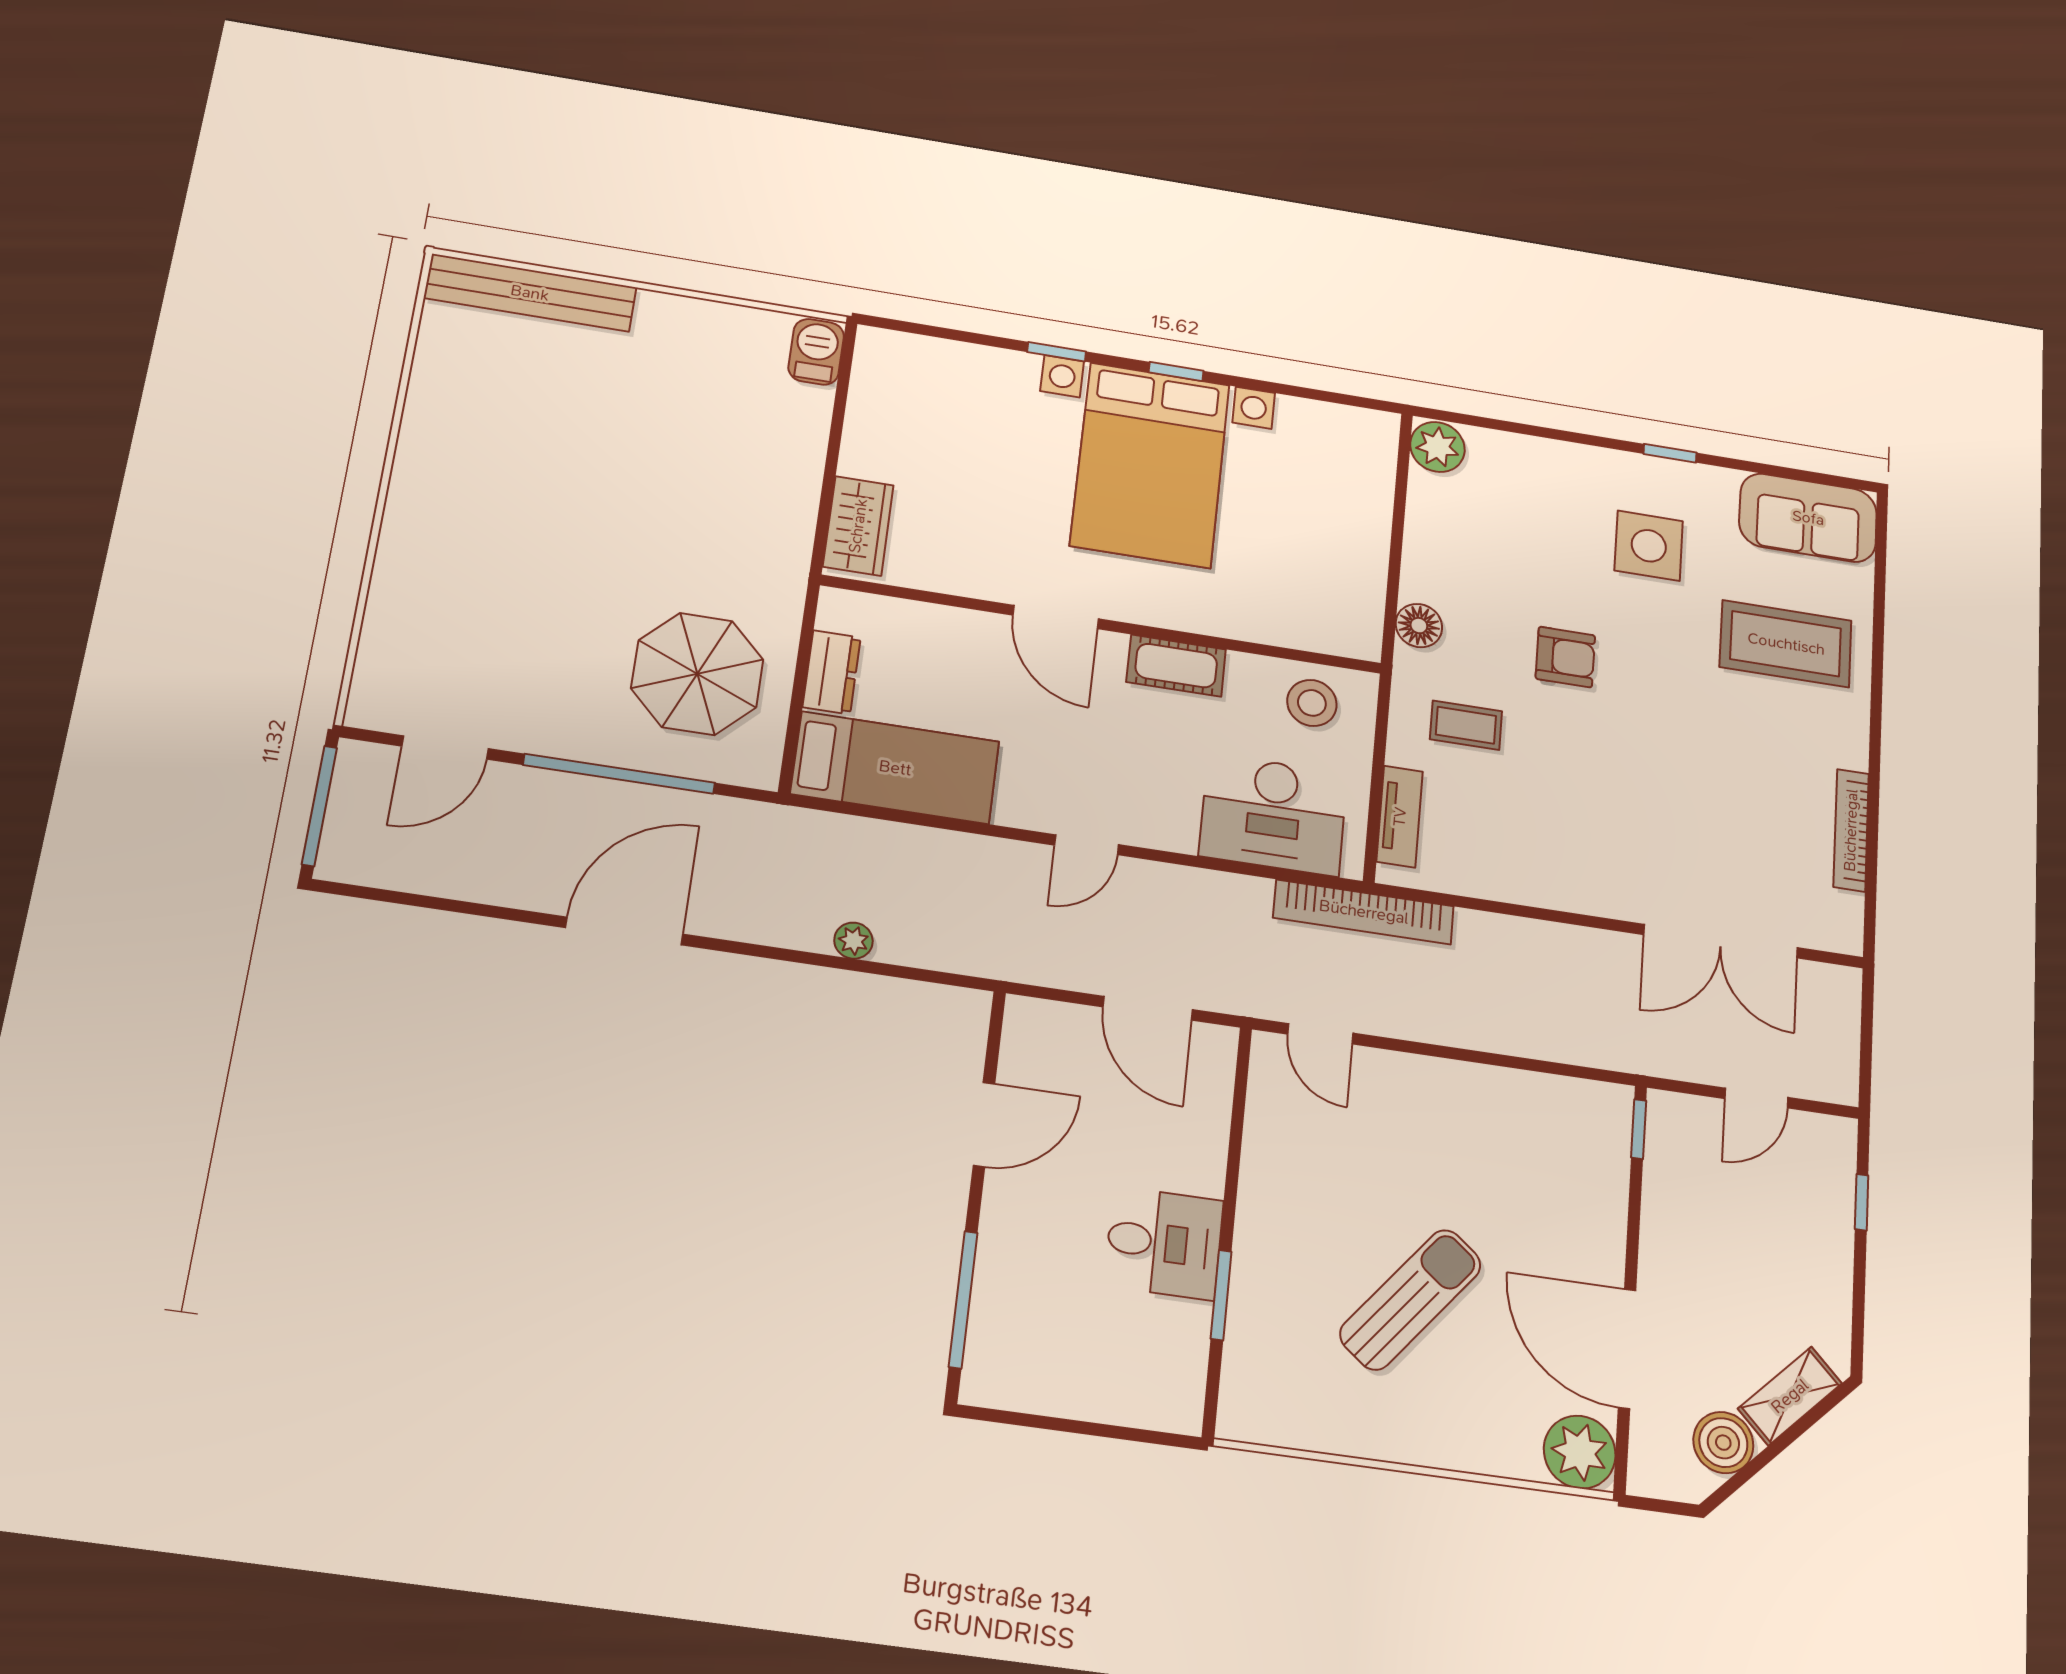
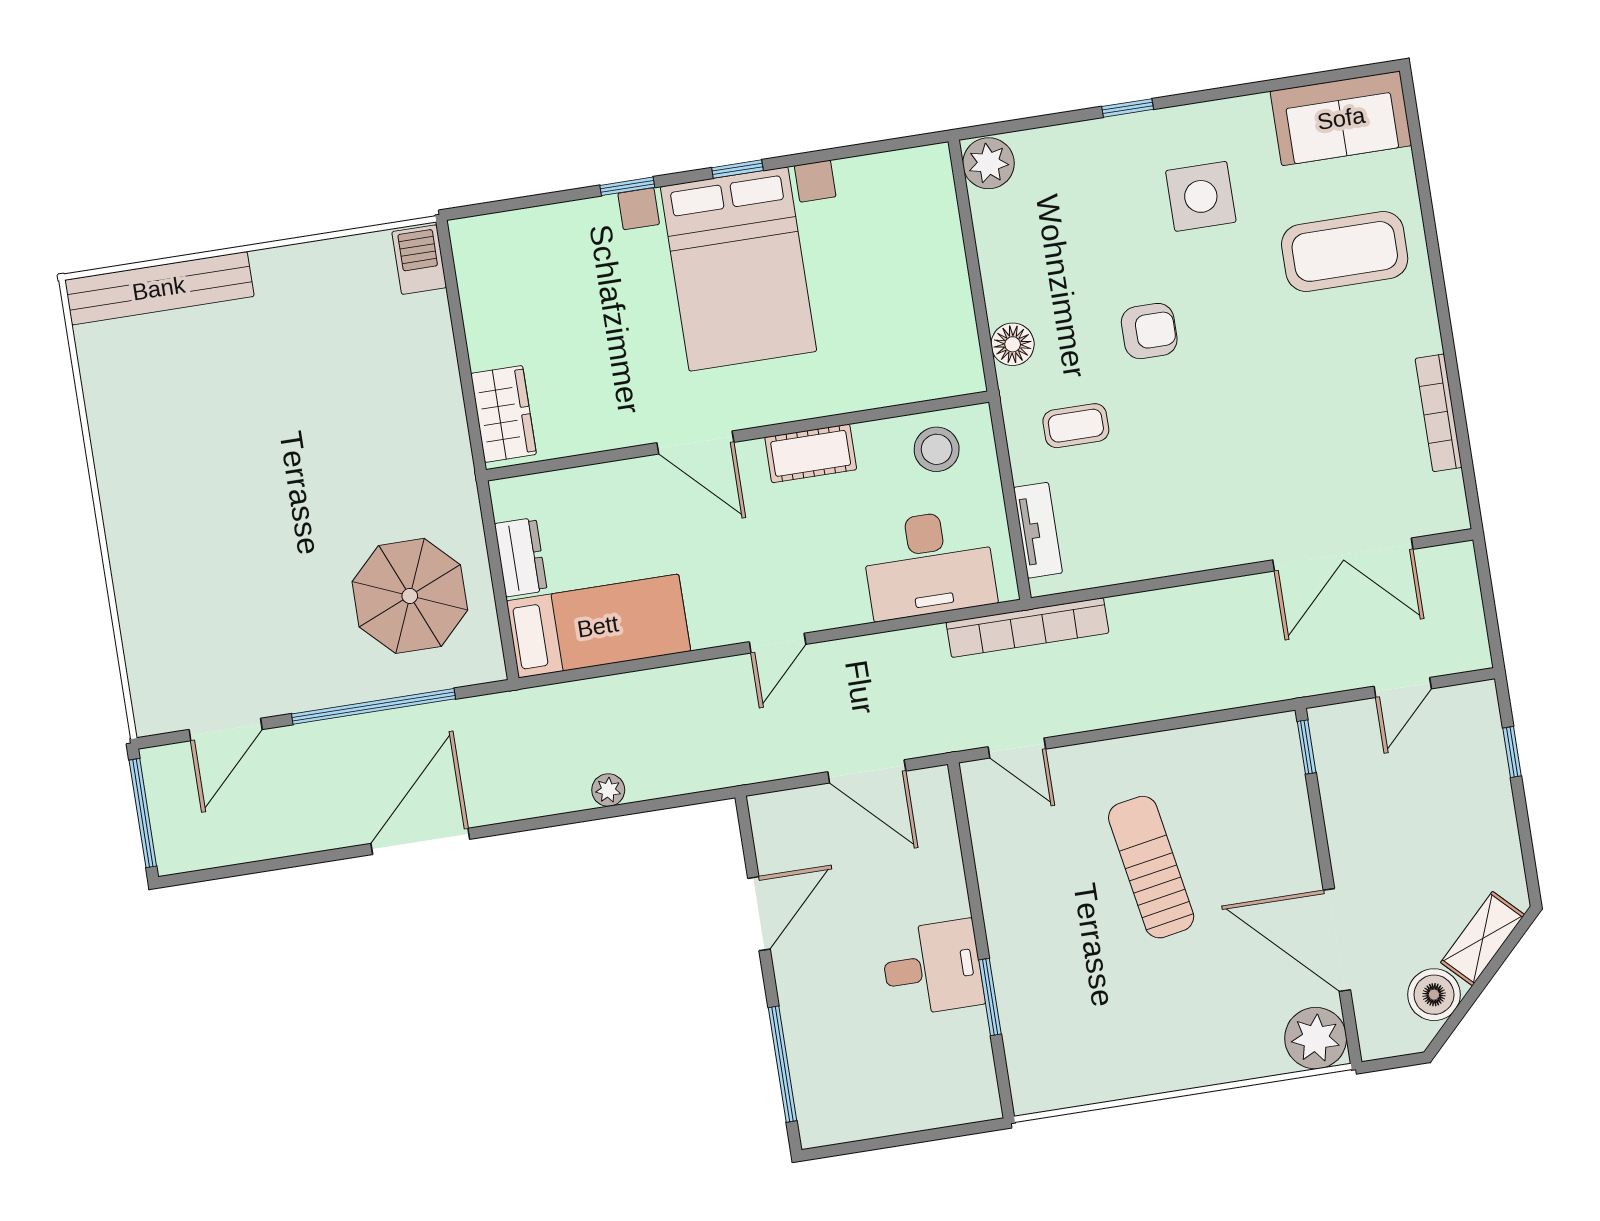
window: (1670, 453) -> (1128, 108), moved
sun lounger: (1411, 1300) -> (1151, 867), moved, turned -49

